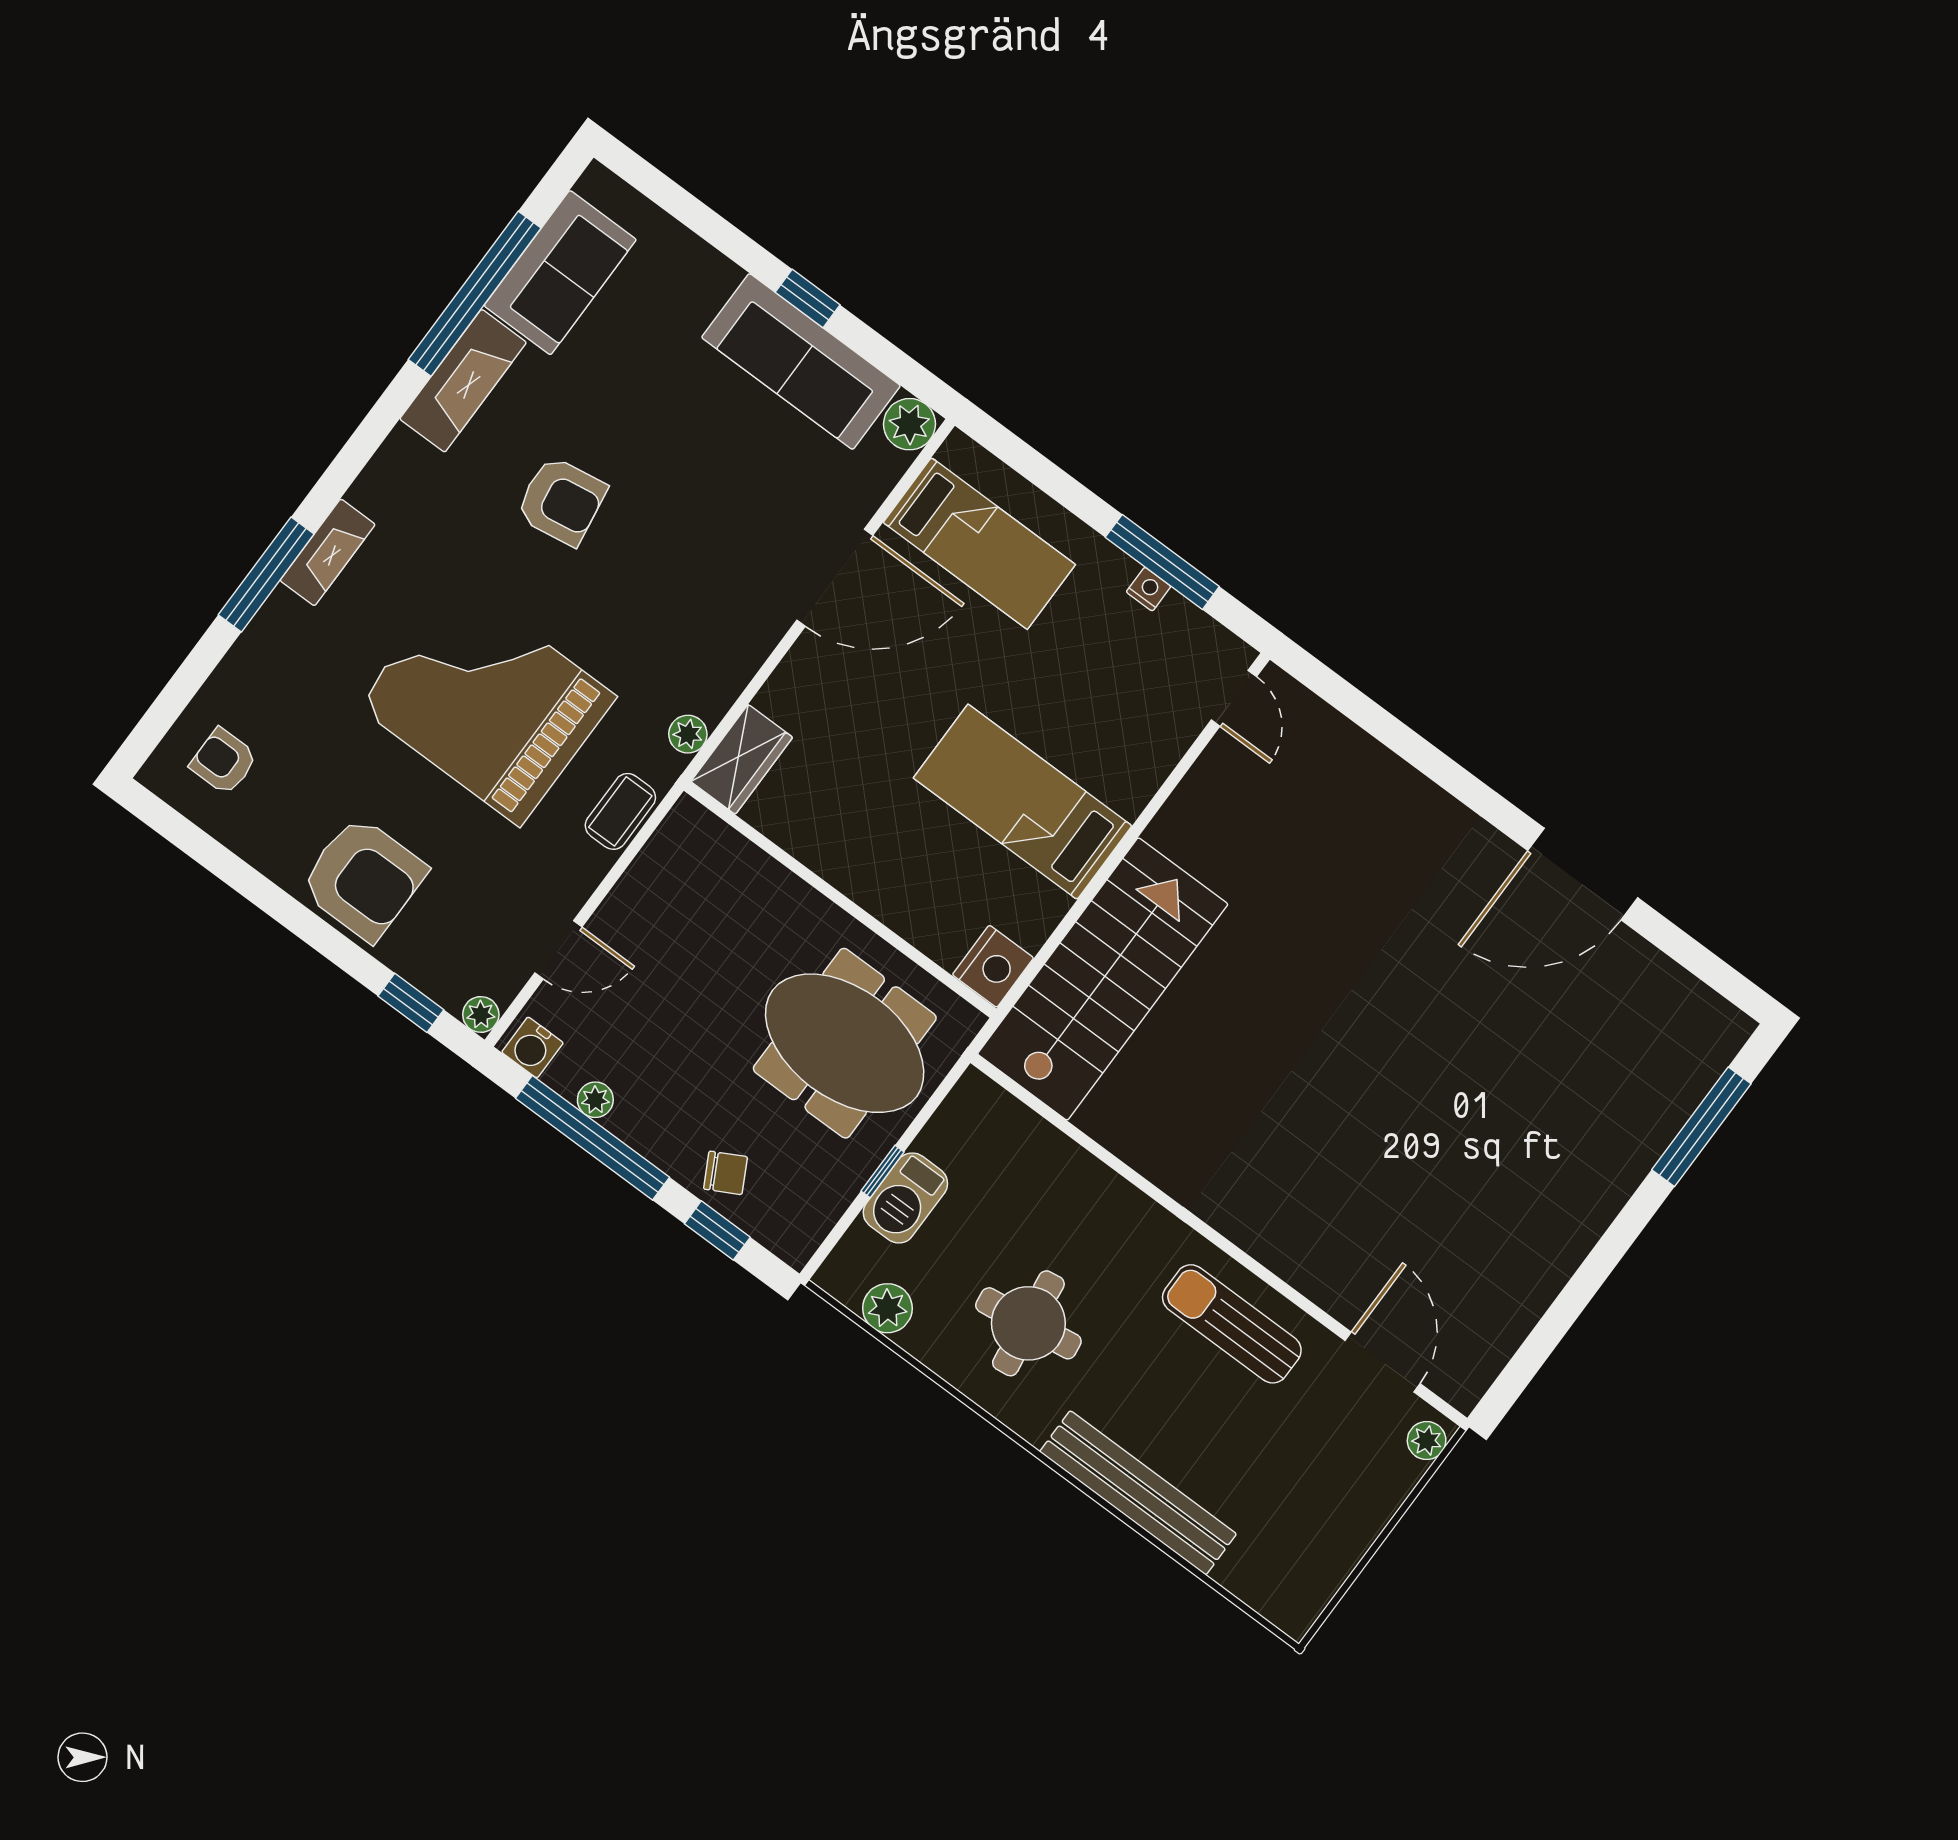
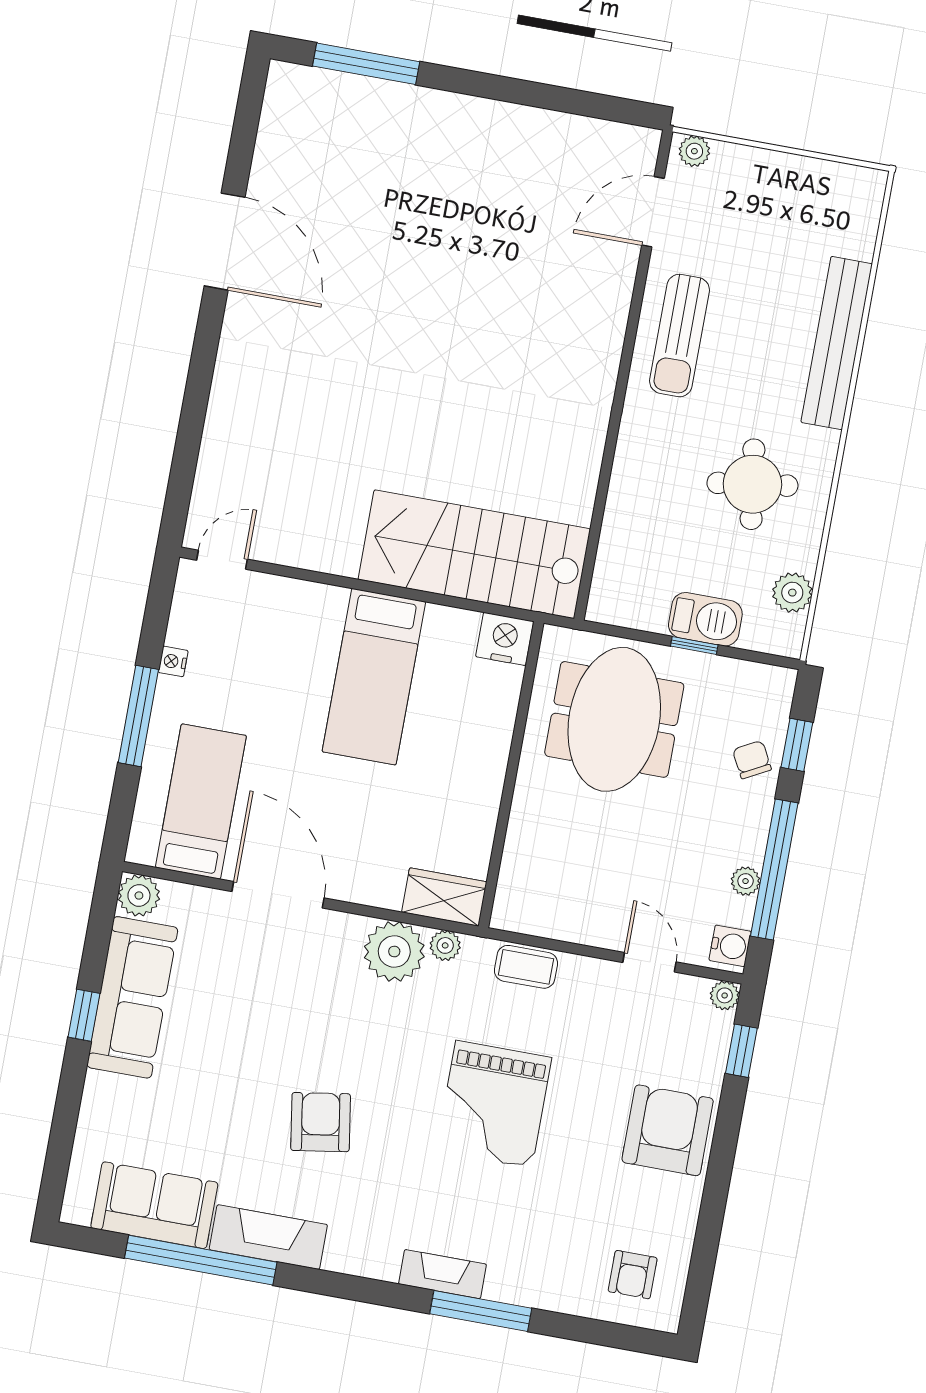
window: (1162, 562) -> (138, 716), moved
plant: (709, 675) -> (394, 952), added
grand piano: (487, 701) -> (494, 1104), width x0.73, depth x0.68

